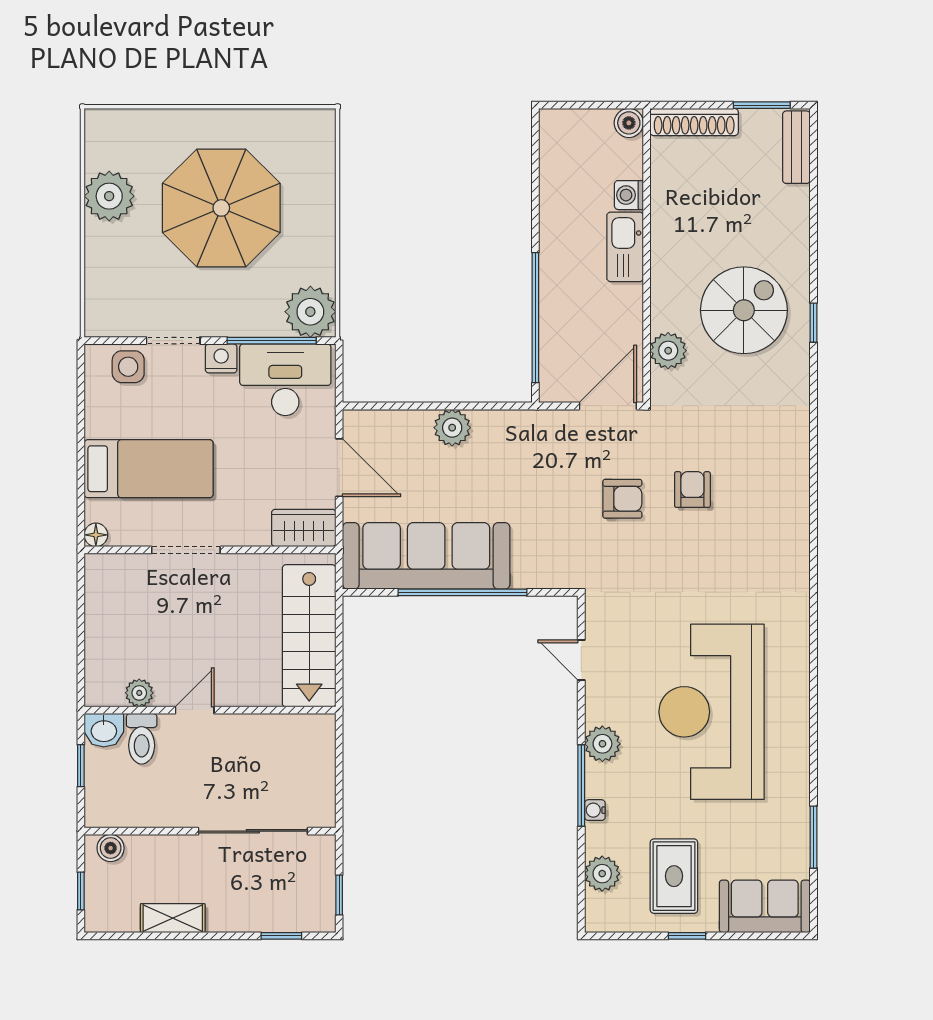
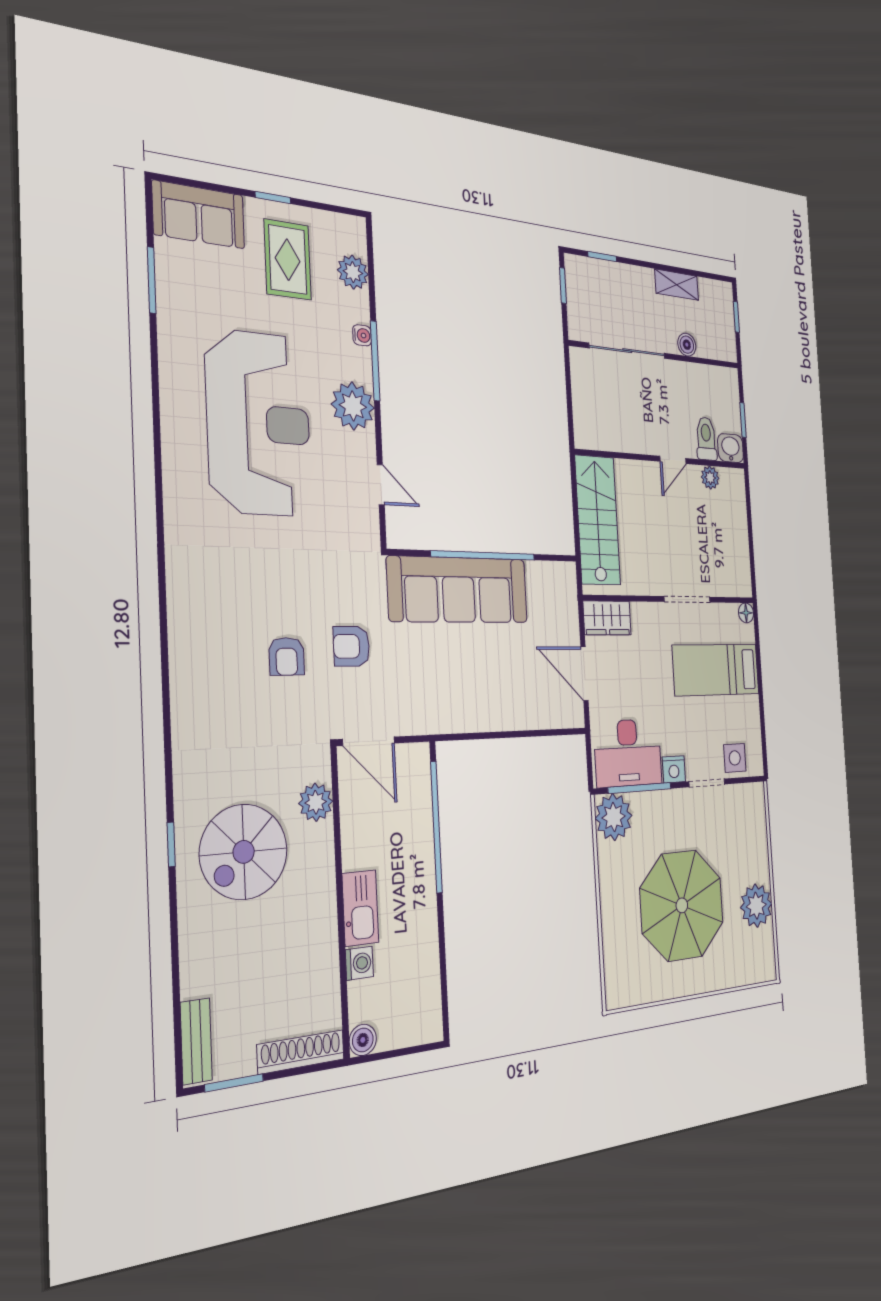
door: (608, 406) -> (369, 741), hinge flipped
plant: (452, 428) -> (500, 714), removed
sofa: (426, 556) -> (458, 590), moved
plant: (602, 744) -> (353, 406), width x1.36, depth x1.36
boiler: (111, 848) -> (687, 345), moved

